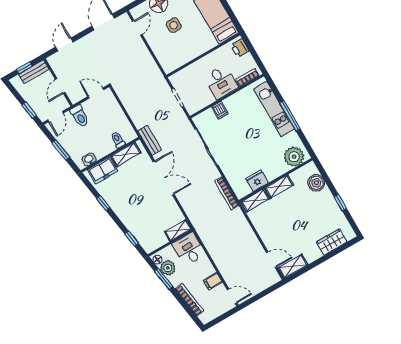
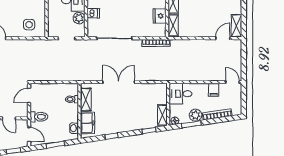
side table: (174, 25) -> (29, 25), moved
plant: (206, 98) -> (79, 18), added
bench: (150, 140) -> (85, 76), removed
shelving: (178, 230) -> (162, 115), moved
plant: (168, 268) -> (195, 115), moved
door: (232, 296) -> (233, 82), hinge flipped

